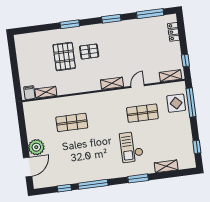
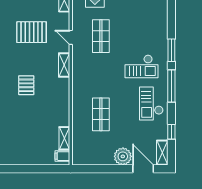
pallet: (64, 56) -> (32, 32), moved
checkout: (131, 147) -> (142, 66), moved
shelving: (166, 166) -> (162, 153), moved
checkout: (88, 167) -> (151, 103), added
window: (93, 184) -> (171, 86), moved

